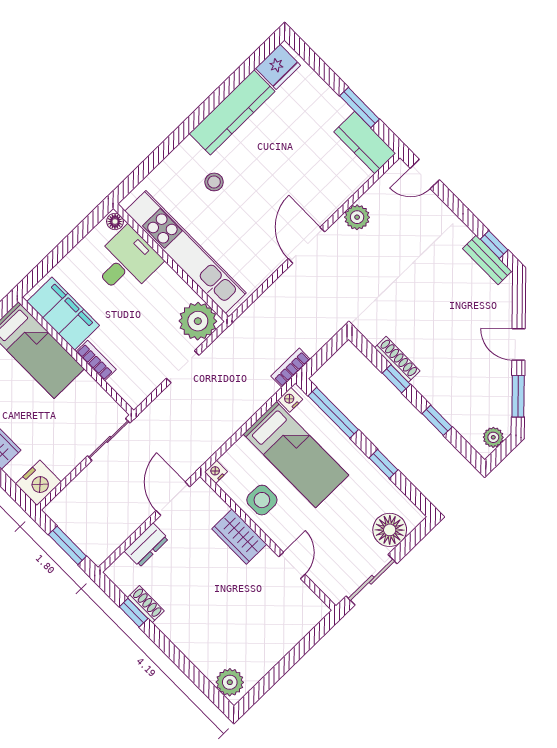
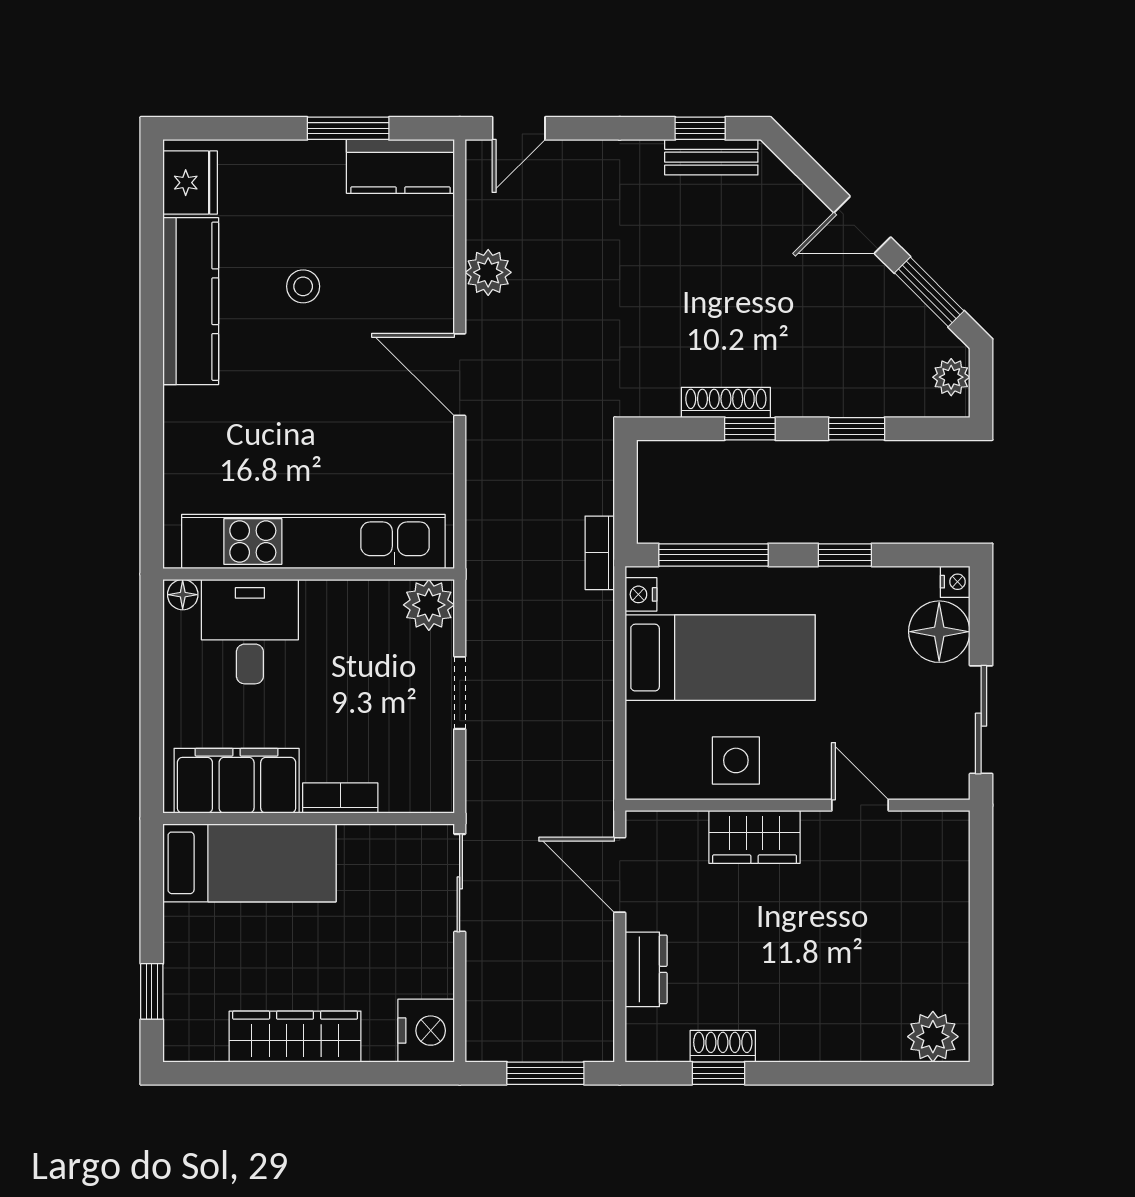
stool: (214, 182) -> (303, 286), moved
plant: (198, 321) -> (429, 605), width x0.73, depth x0.73
nightstand: (216, 472) -> (955, 582), moved, turned 180

